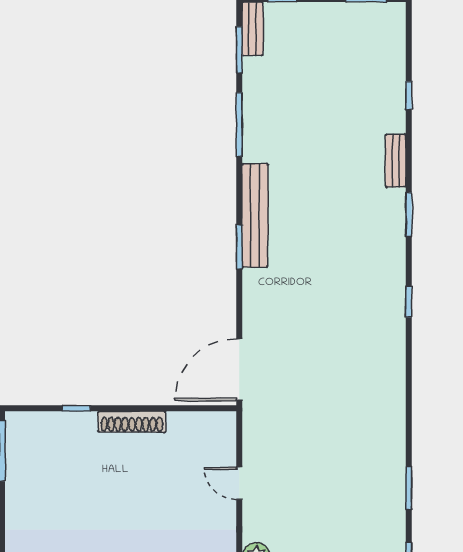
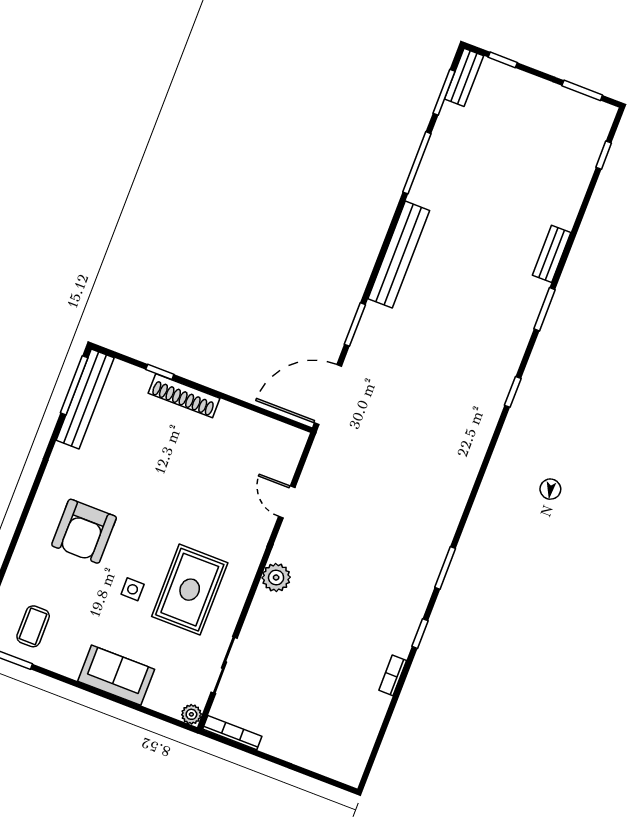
window: (409, 95) -> (604, 155), moved
window: (239, 247) -> (355, 324), moved
shoe rack: (132, 422) -> (184, 396), moved
bench: (17, 460) -> (85, 399), added

